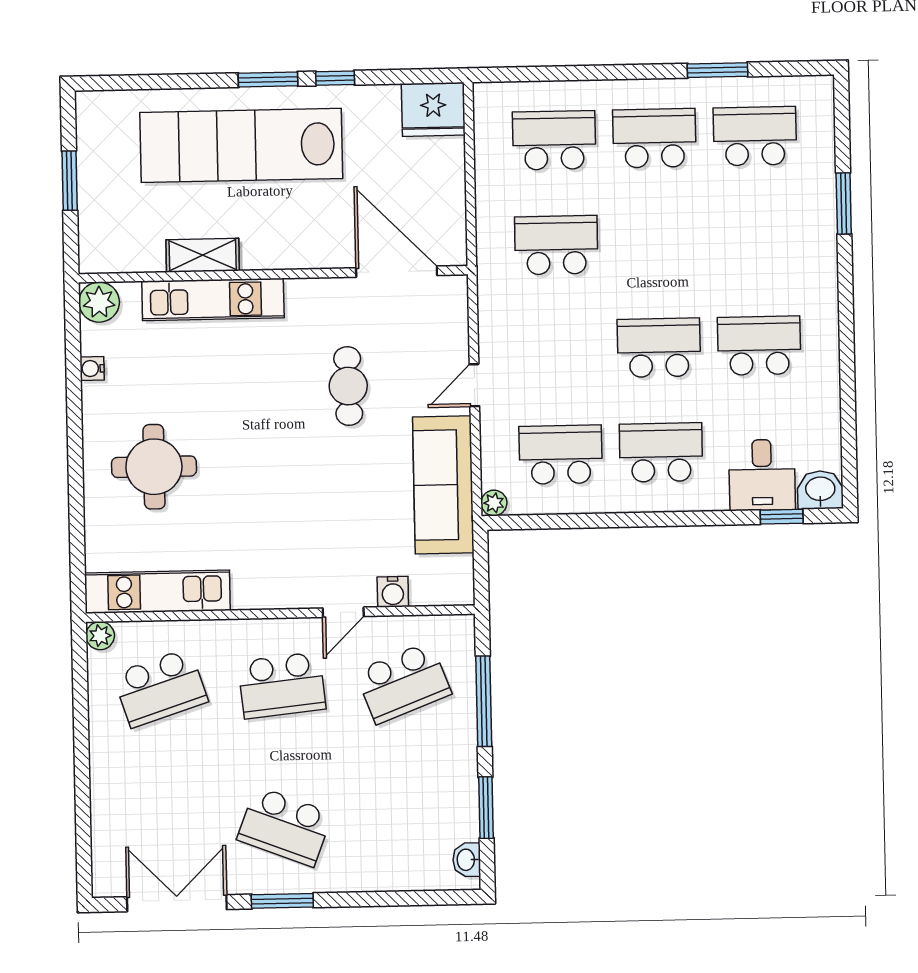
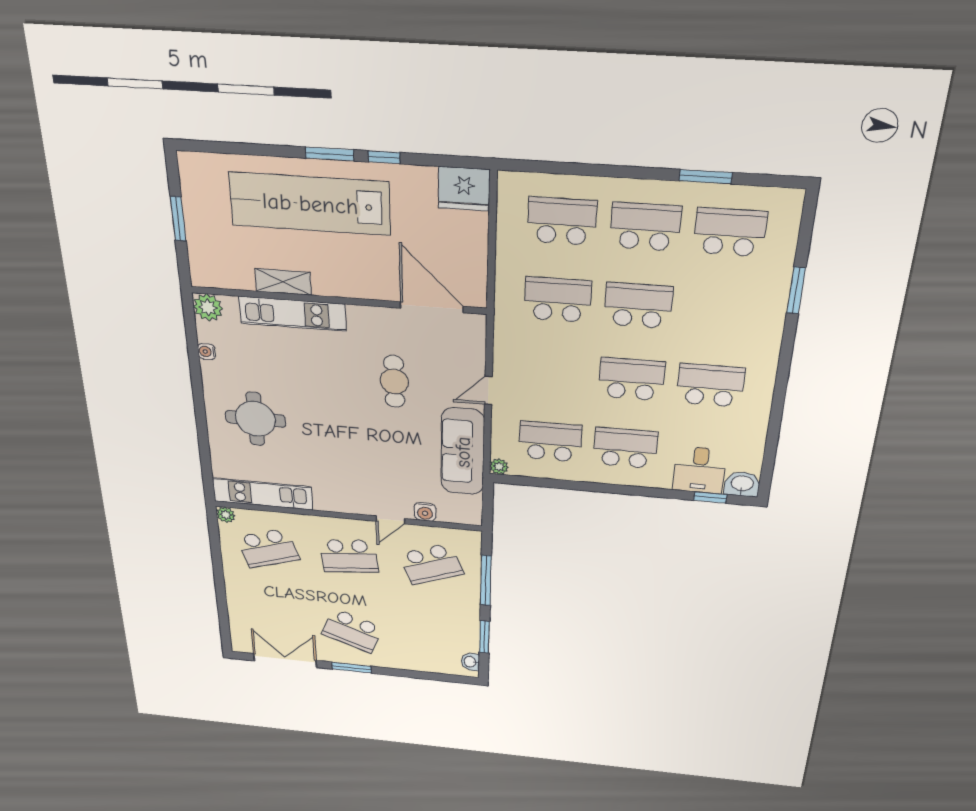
school desk: (657, 243) -> (638, 306), added

